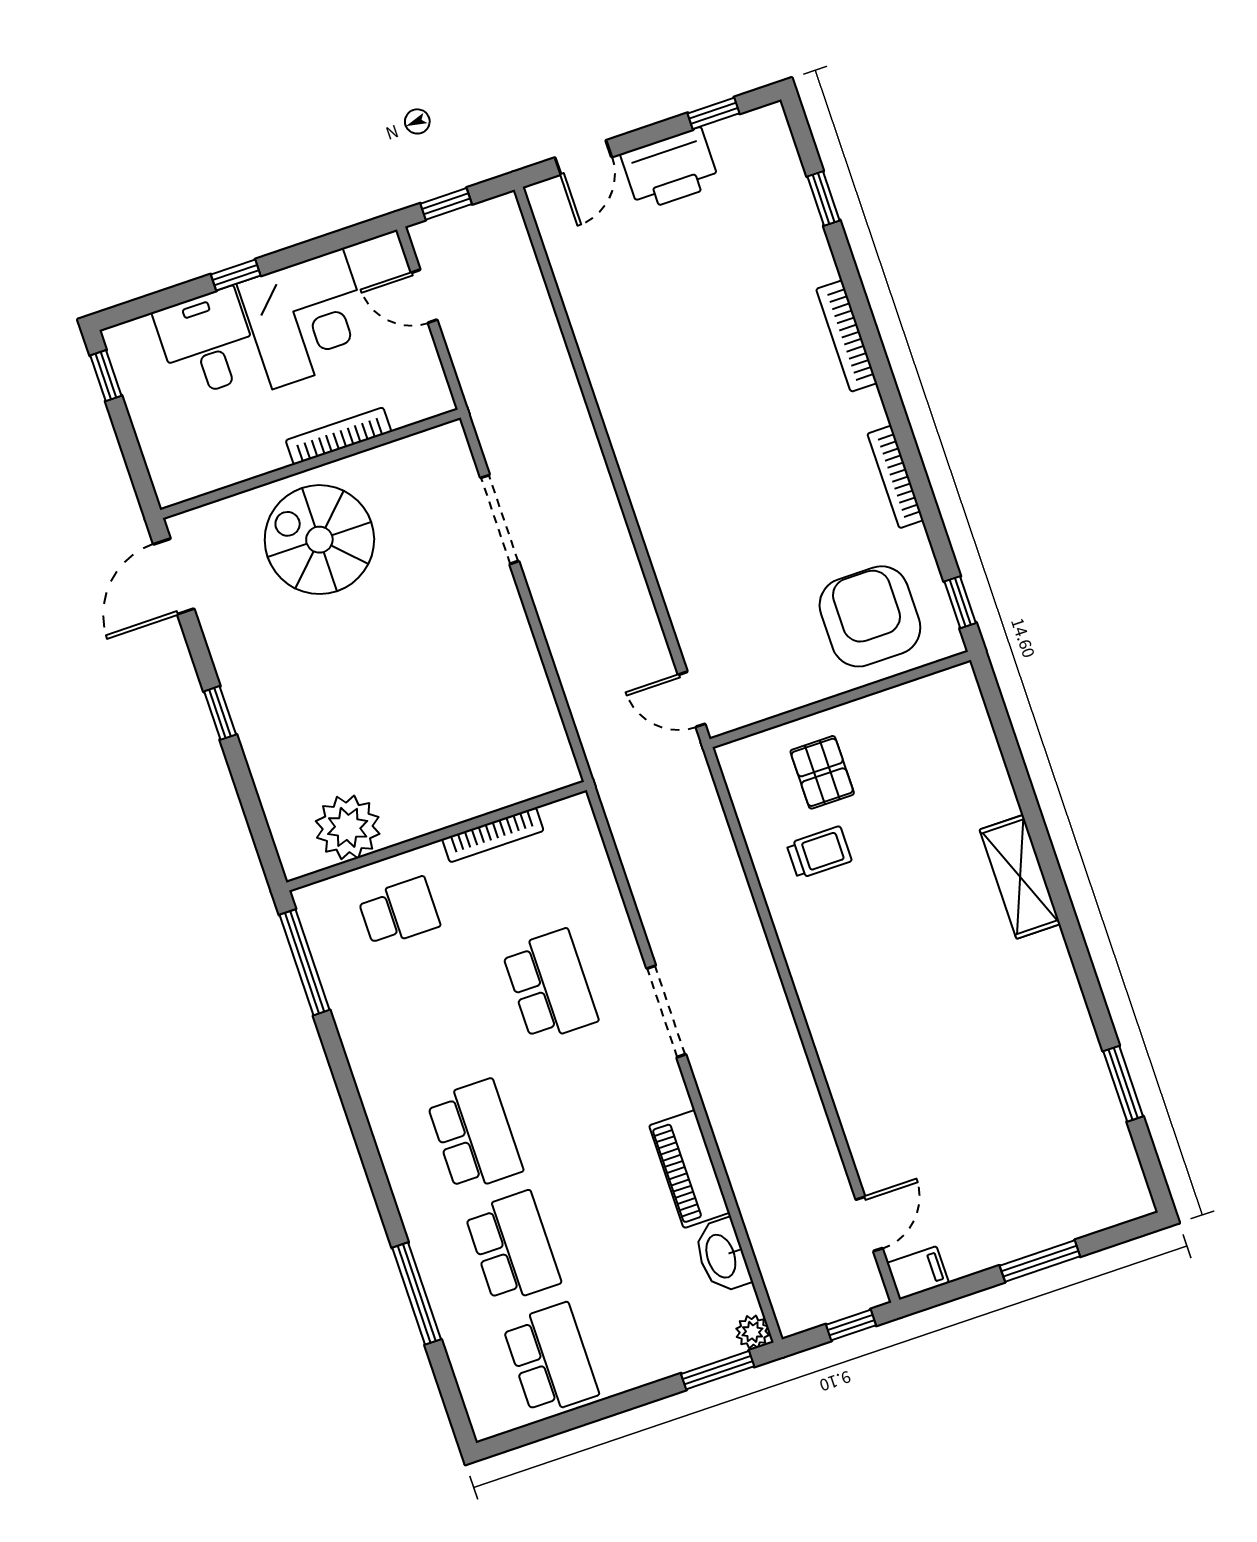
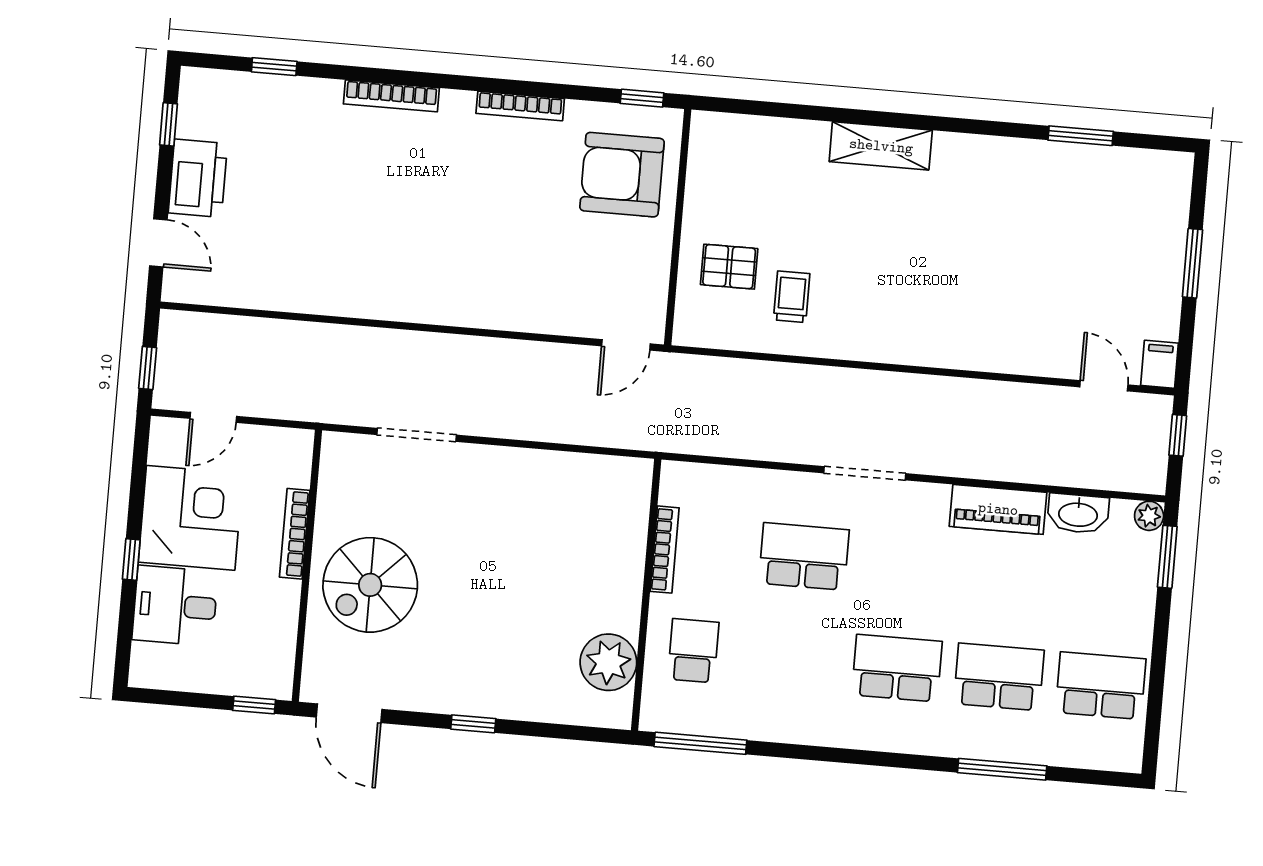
window: (106, 376) -> (254, 705), moved

